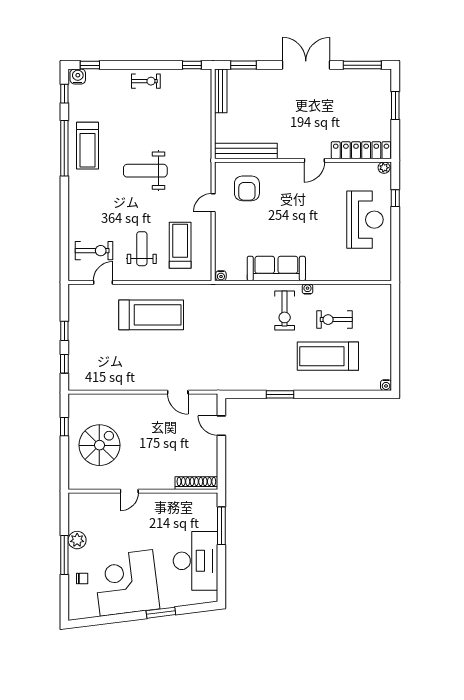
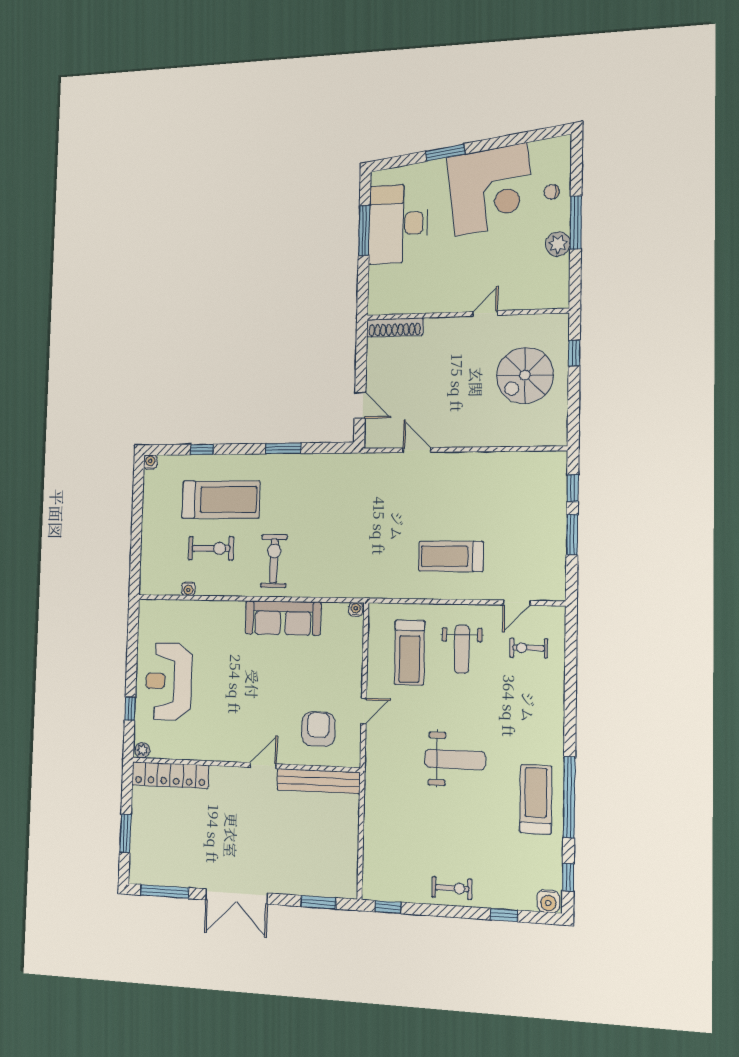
window: (90, 65) -> (504, 915), moved
exercise bike: (146, 81) -> (452, 888), turned 180
bench: (221, 91) -> (350, 868), removed
door: (314, 160) -> (263, 766), moved
exercise bike: (94, 251) -> (529, 648), width x0.73, depth x0.72
water cooler: (308, 289) -> (188, 589), moved
treadmill: (151, 315) -> (451, 556), width x0.73, depth x0.73
window: (64, 331) -> (572, 535), width x1.50
window: (344, 394) -> (202, 449), added
window: (64, 427) -> (574, 353), moved
window: (221, 526) -> (364, 230), moved

